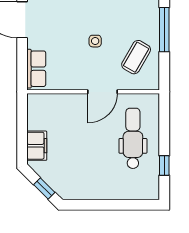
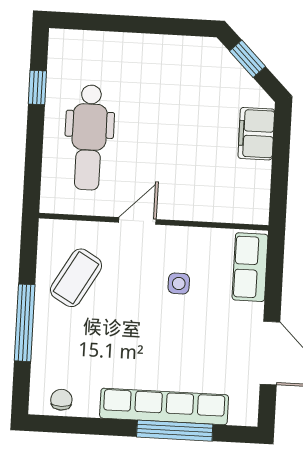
side table: (95, 41) -> (179, 283), moved
door: (103, 92) -> (137, 221), width x0.73

